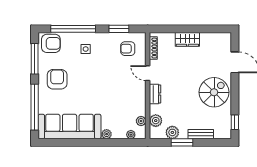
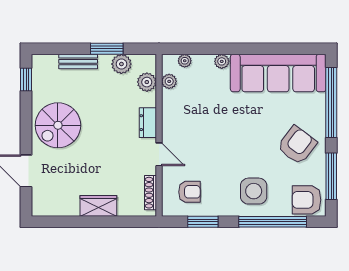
side table: (86, 49) -> (254, 191), width x1.87, depth x1.87
armchair: (57, 79) -> (297, 145), turned -143

